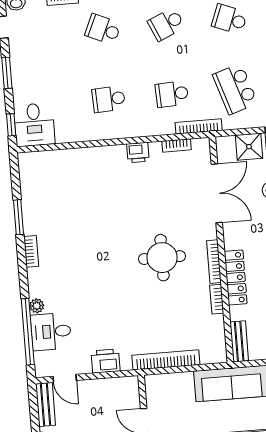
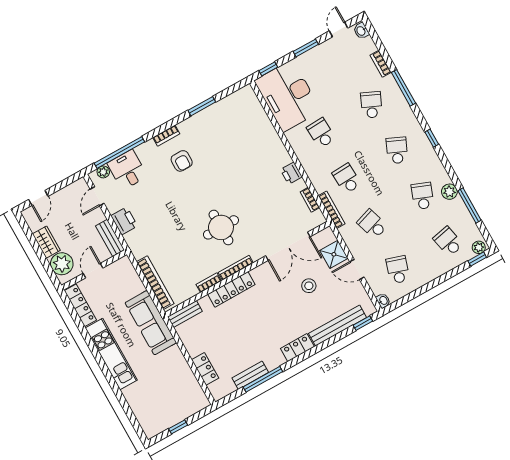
school desk: (166, 24) -> (397, 150), turned 48
school desk: (235, 89) -> (372, 224), width x0.54
desk: (34, 125) -> (288, 96), width x1.87, depth x1.30
bookcase: (31, 251) -> (166, 136), moved
armchair: (69, 267) -> (182, 161), added
plant: (37, 306) -> (103, 172), moved
bookcase: (166, 360) -> (155, 283), moved
bench: (46, 404) -> (110, 238), moved, turned 90

